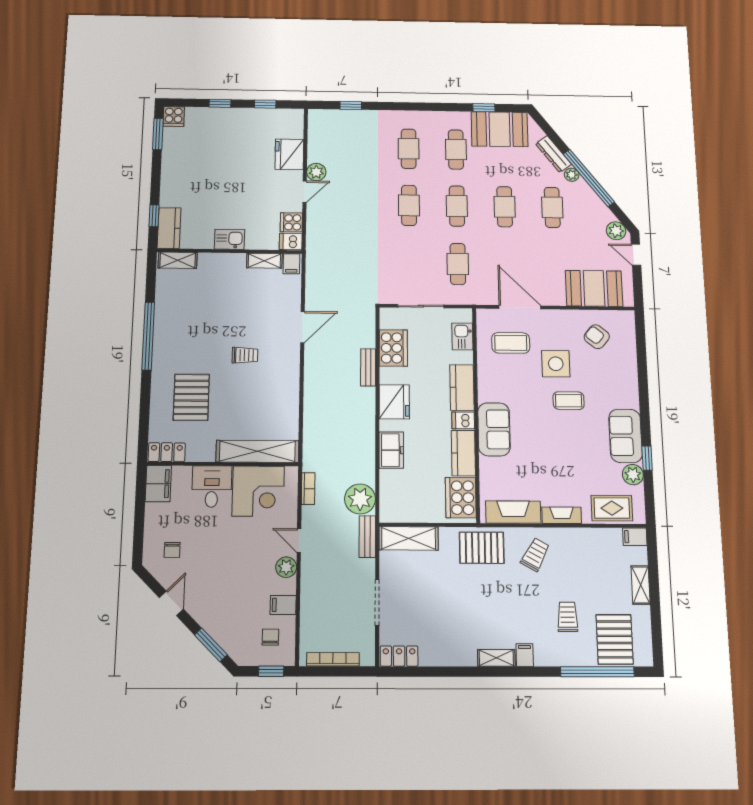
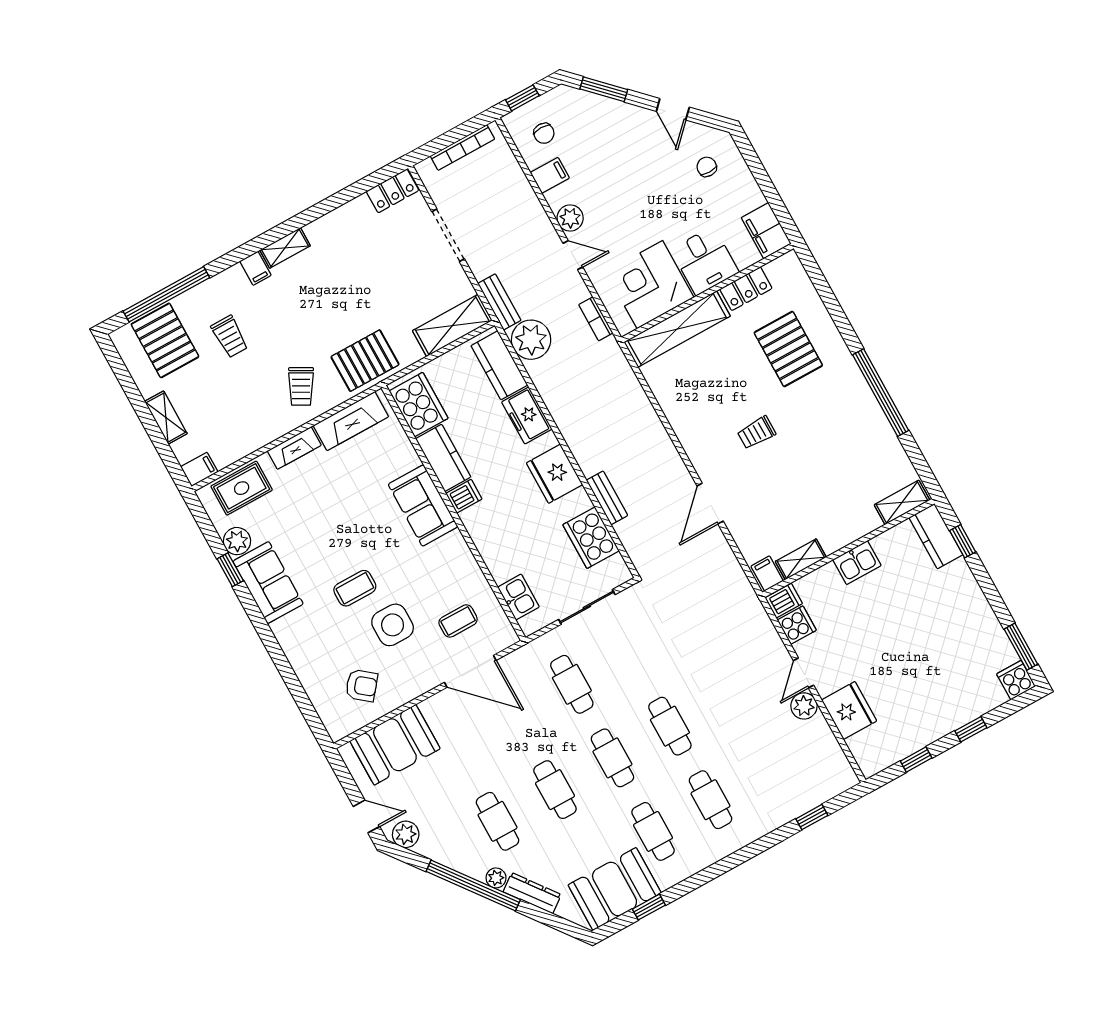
coffee table: (511, 343) -> (458, 621), width x0.73, depth x0.77
kitchen counter: (462, 388) -> (499, 365), moved, turned 180
locker: (167, 452) -> (746, 289), moved

